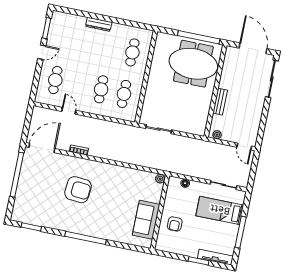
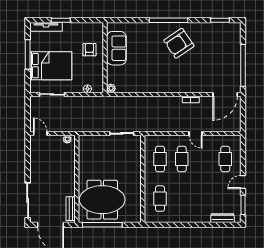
dresser: (99, 24) -> (222, 218), moved
bench: (220, 102) -> (71, 209), moved
door: (69, 111) -> (195, 133), moved
armchair: (78, 190) -> (179, 43), moved, turned -39
bed: (220, 210) -> (51, 66), width x1.50

